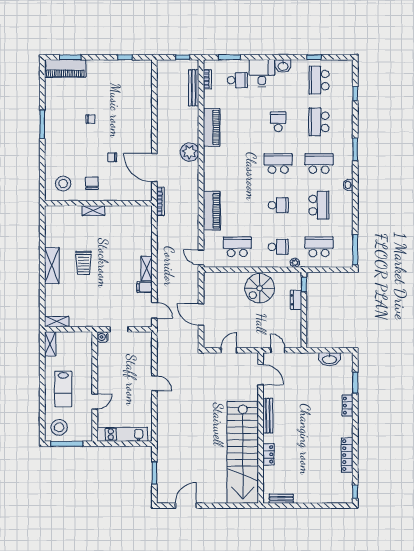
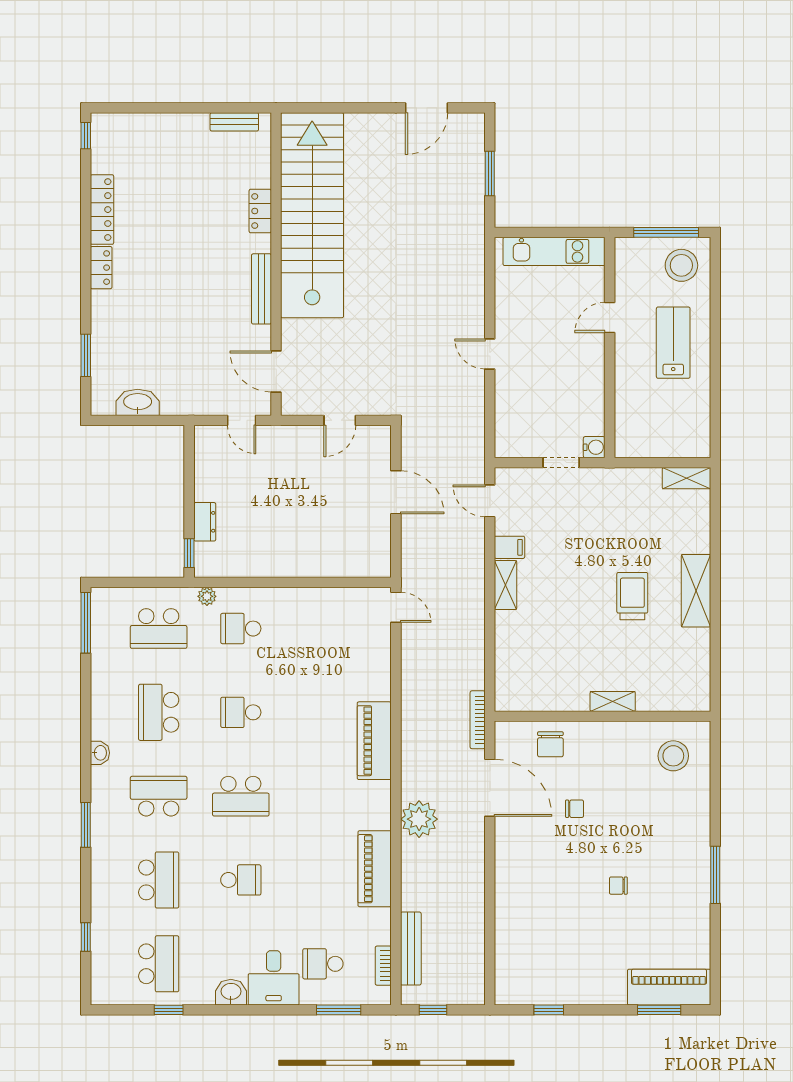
school desk: (278, 122) -> (241, 880), turned -90
school desk: (319, 163) -> (159, 796), turned 180
chair: (92, 183) -> (550, 744), moved
piano: (212, 211) -> (374, 741), moved
school desk: (237, 247) -> (323, 629), removed
spiral stairs: (260, 288) -> (278, 545), removed
shelving: (50, 344) -> (700, 433), removed
locker: (348, 406) -> (101, 268), moved

